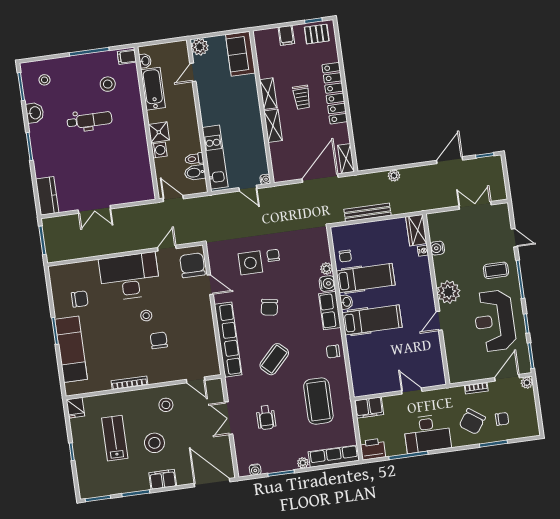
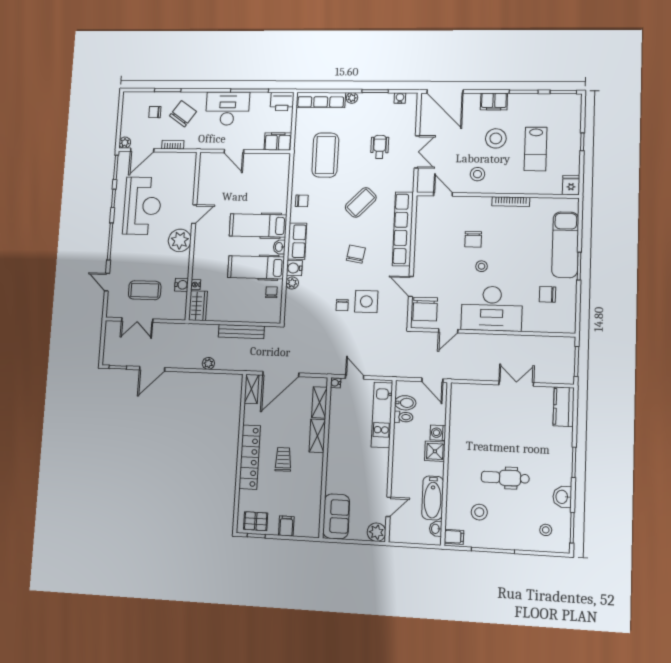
shelving: (268, 94) -> (320, 402), moved
coffee table: (496, 270) -> (145, 290), moved, width x1.36, depth x1.30

